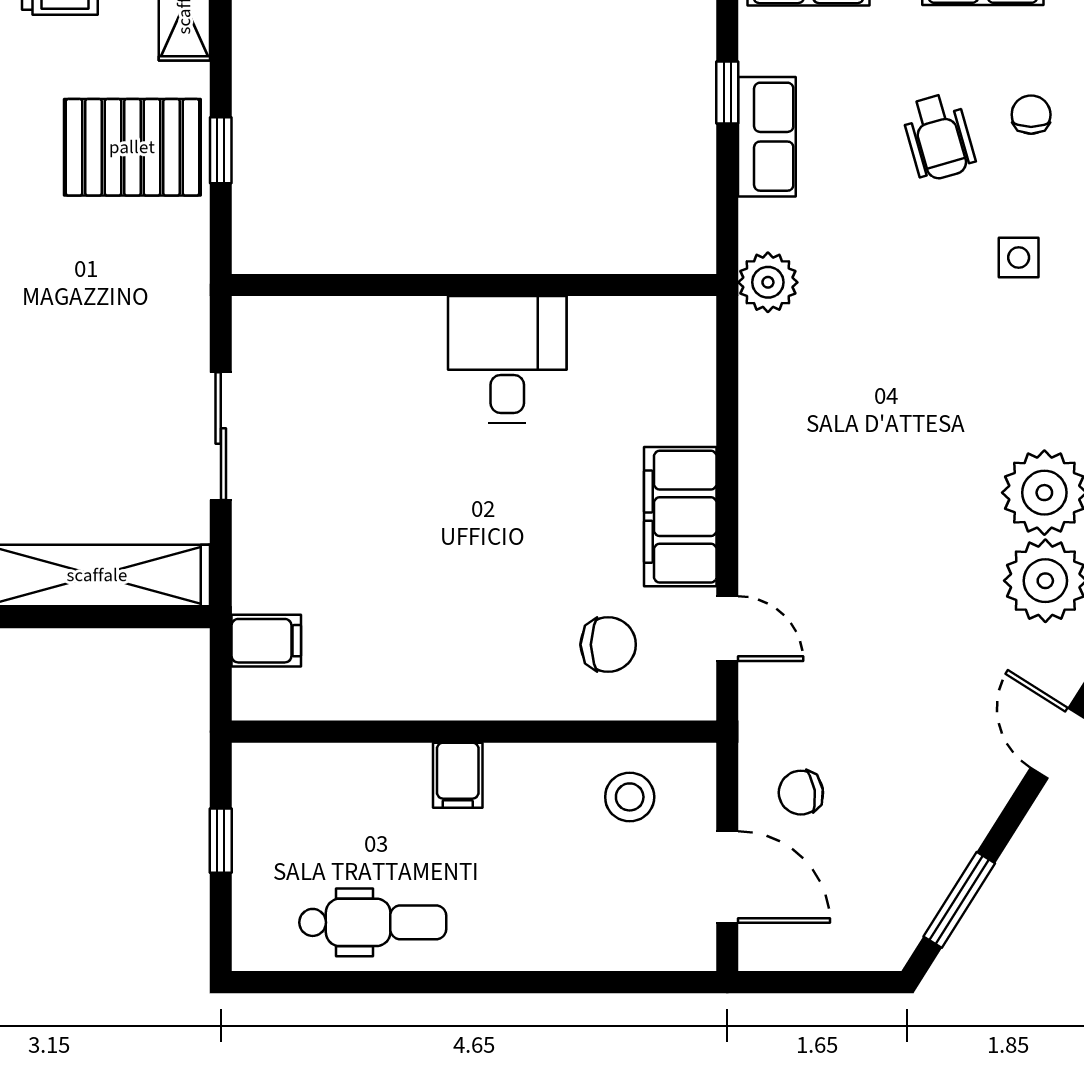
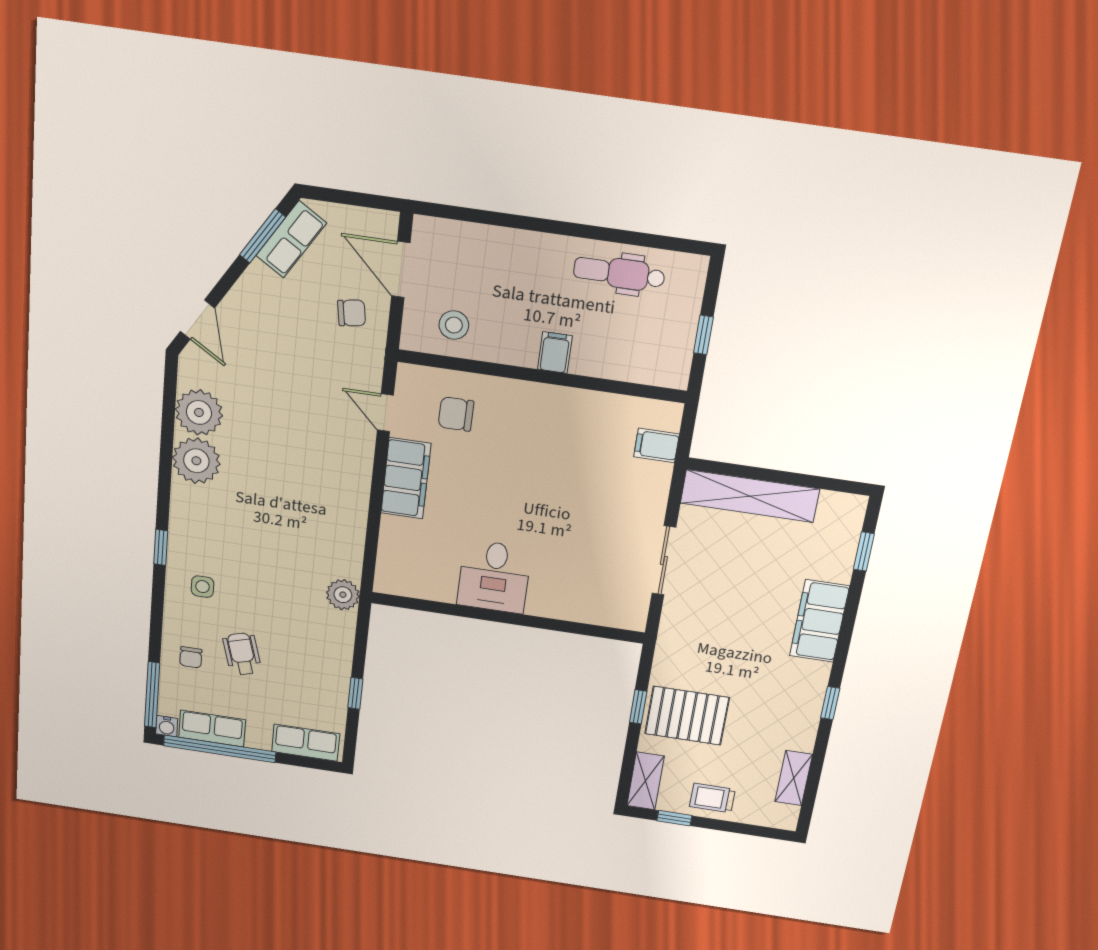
row of seats: (767, 137) -> (291, 239), moved, turned -148

